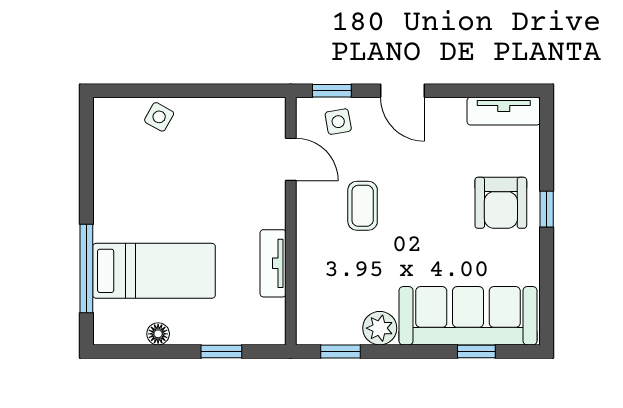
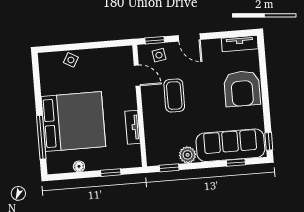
armchair: (501, 203) -> (242, 89), width x1.36, depth x1.36
coffee table: (363, 206) -> (174, 95), width x1.36, depth x1.30
window: (547, 209) -> (269, 141), moved
bed: (154, 271) -> (73, 122), width x2.04

